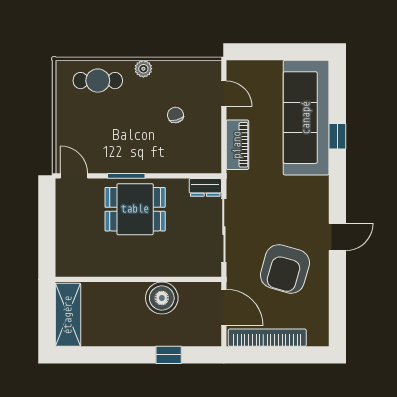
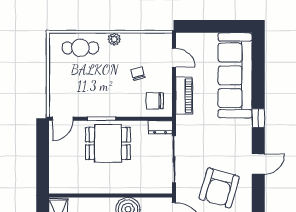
window: (337, 136) -> (258, 118), moved
chair: (198, 152) -> (155, 101), added
door: (74, 176) -> (63, 119), swing flipped

